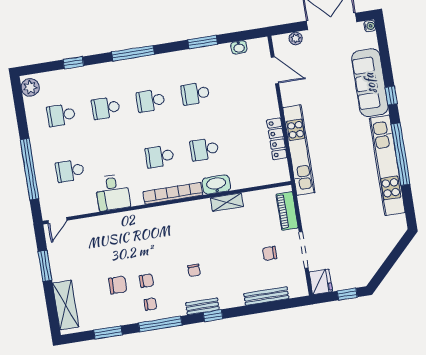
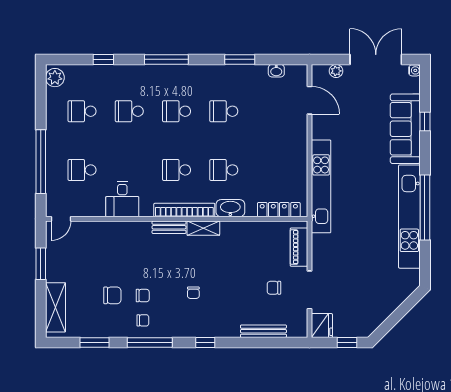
window: (391, 96) -> (425, 122), moved
locker: (277, 139) -> (279, 210), moved, turned 90
shelving: (227, 202) -> (203, 228), moved
bench: (202, 306) -> (169, 227), moved

